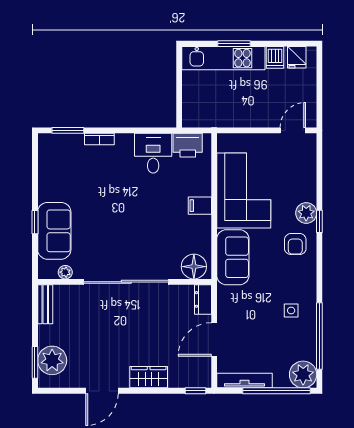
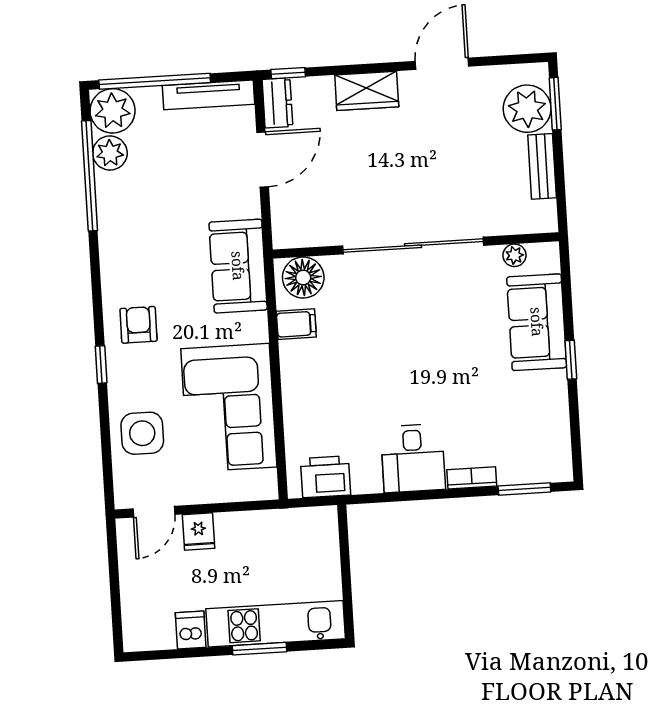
fridge: (297, 57) -> (199, 531), moved, turned 180
desk: (153, 153) -> (413, 458), moved
filing cabinet: (200, 206) -> (296, 324), moved
plant: (306, 213) -> (110, 153), moved
window: (35, 222) -> (571, 360), moved
sofa: (233, 257) -> (238, 266), moved
dresser: (203, 299) -> (277, 103), moved
bench: (45, 304) -> (542, 166), moved
side table: (291, 311) -> (142, 433), moved, width x1.87, depth x1.87

